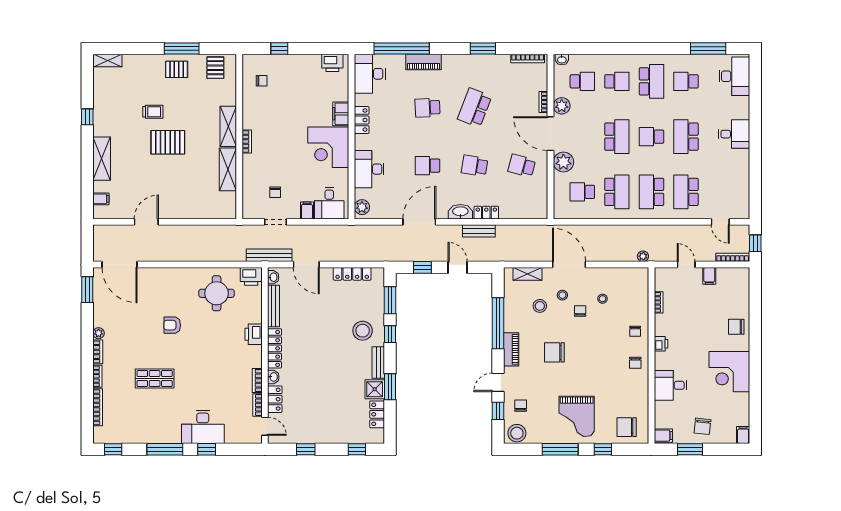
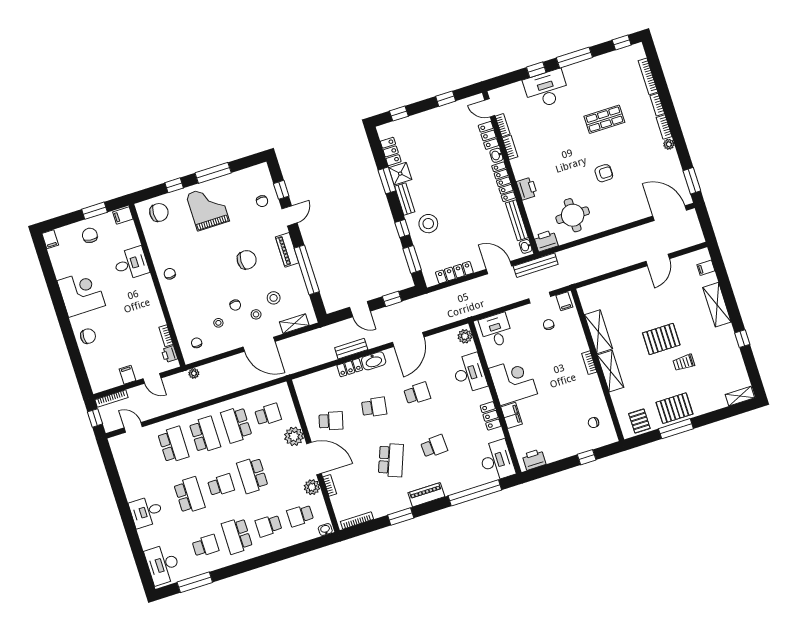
piano: (423, 62) -> (426, 495), moved
pallet: (177, 69) -> (674, 408), width x1.50, depth x1.42
filing cabinet: (307, 210) -> (564, 301), moved
chair: (635, 331) -> (197, 343), moved
printer: (661, 344) -> (169, 354), moved
stool: (517, 433) -> (257, 175), removed

